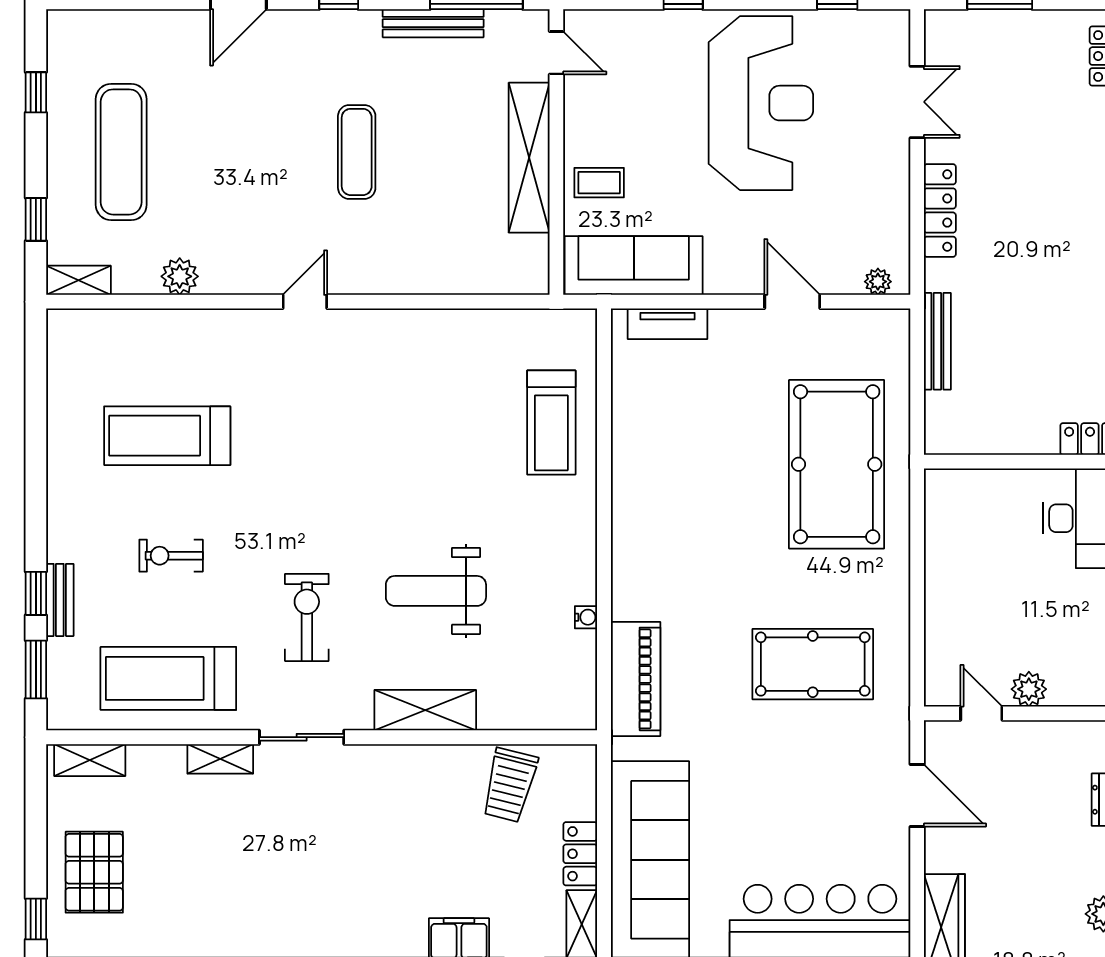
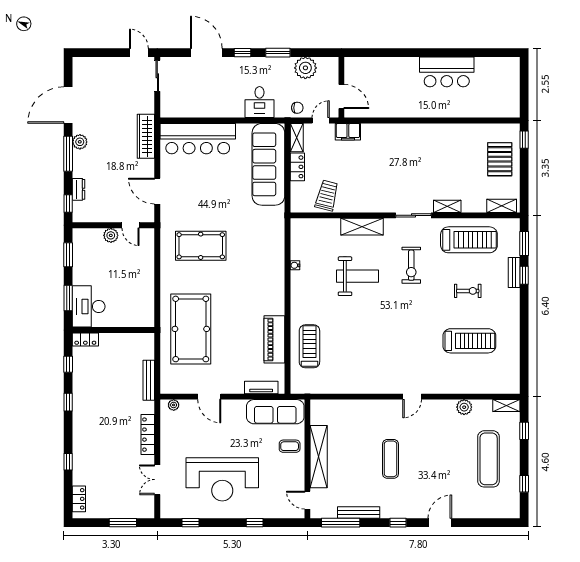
reception desk: (761, 103) -> (222, 479), turned -90
piano: (636, 679) -> (274, 339), moved

